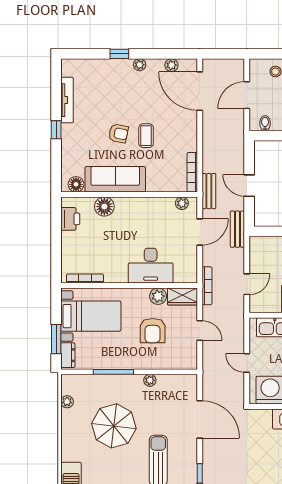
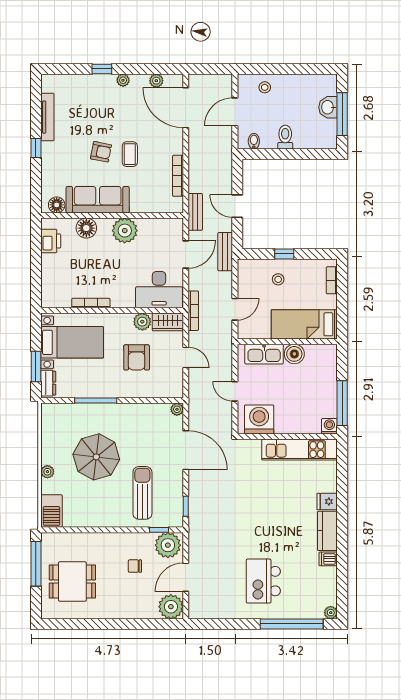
bookcase: (192, 172) -> (178, 176), moved
plant: (182, 203) -> (125, 231), moved, width x1.87, depth x1.87
desk: (151, 266) -> (159, 290), moved
bookcase: (85, 278) -> (91, 303), moved
plant: (150, 380) -> (177, 409), moved
plant: (67, 402) -> (47, 472), moved

